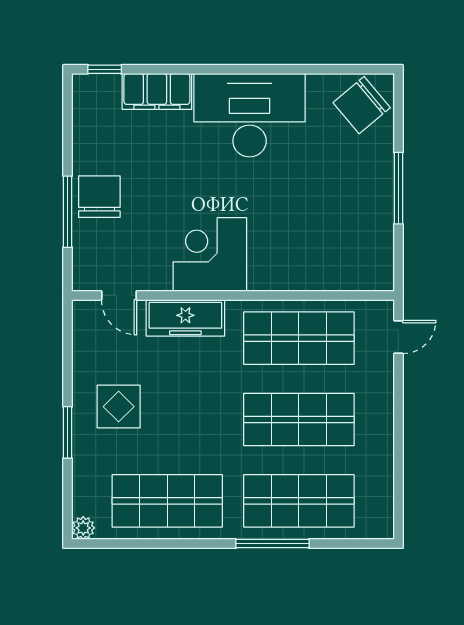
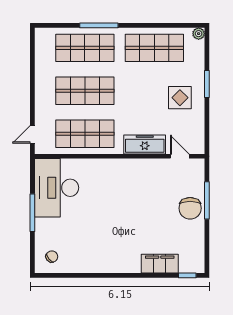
chair: (362, 105) -> (52, 257), width x0.54, depth x0.54
desk: (250, 115) -> (57, 188), moved, turned 90
corner desk: (210, 254) -> (132, 178), removed

